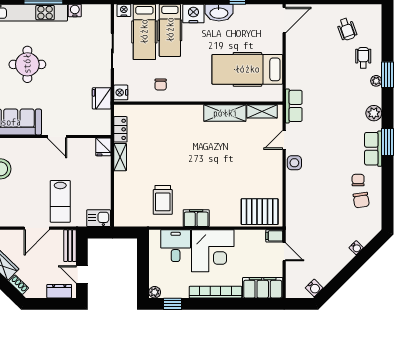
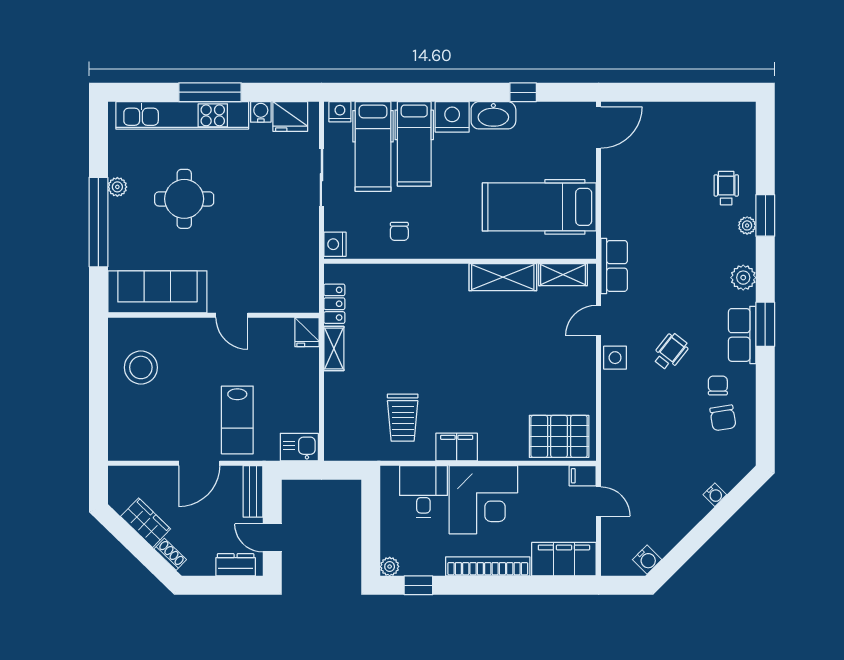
wheelchair: (347, 29) -> (670, 352), moved, turned -122
fridge: (102, 98) -> (290, 117), moved, turned -90

